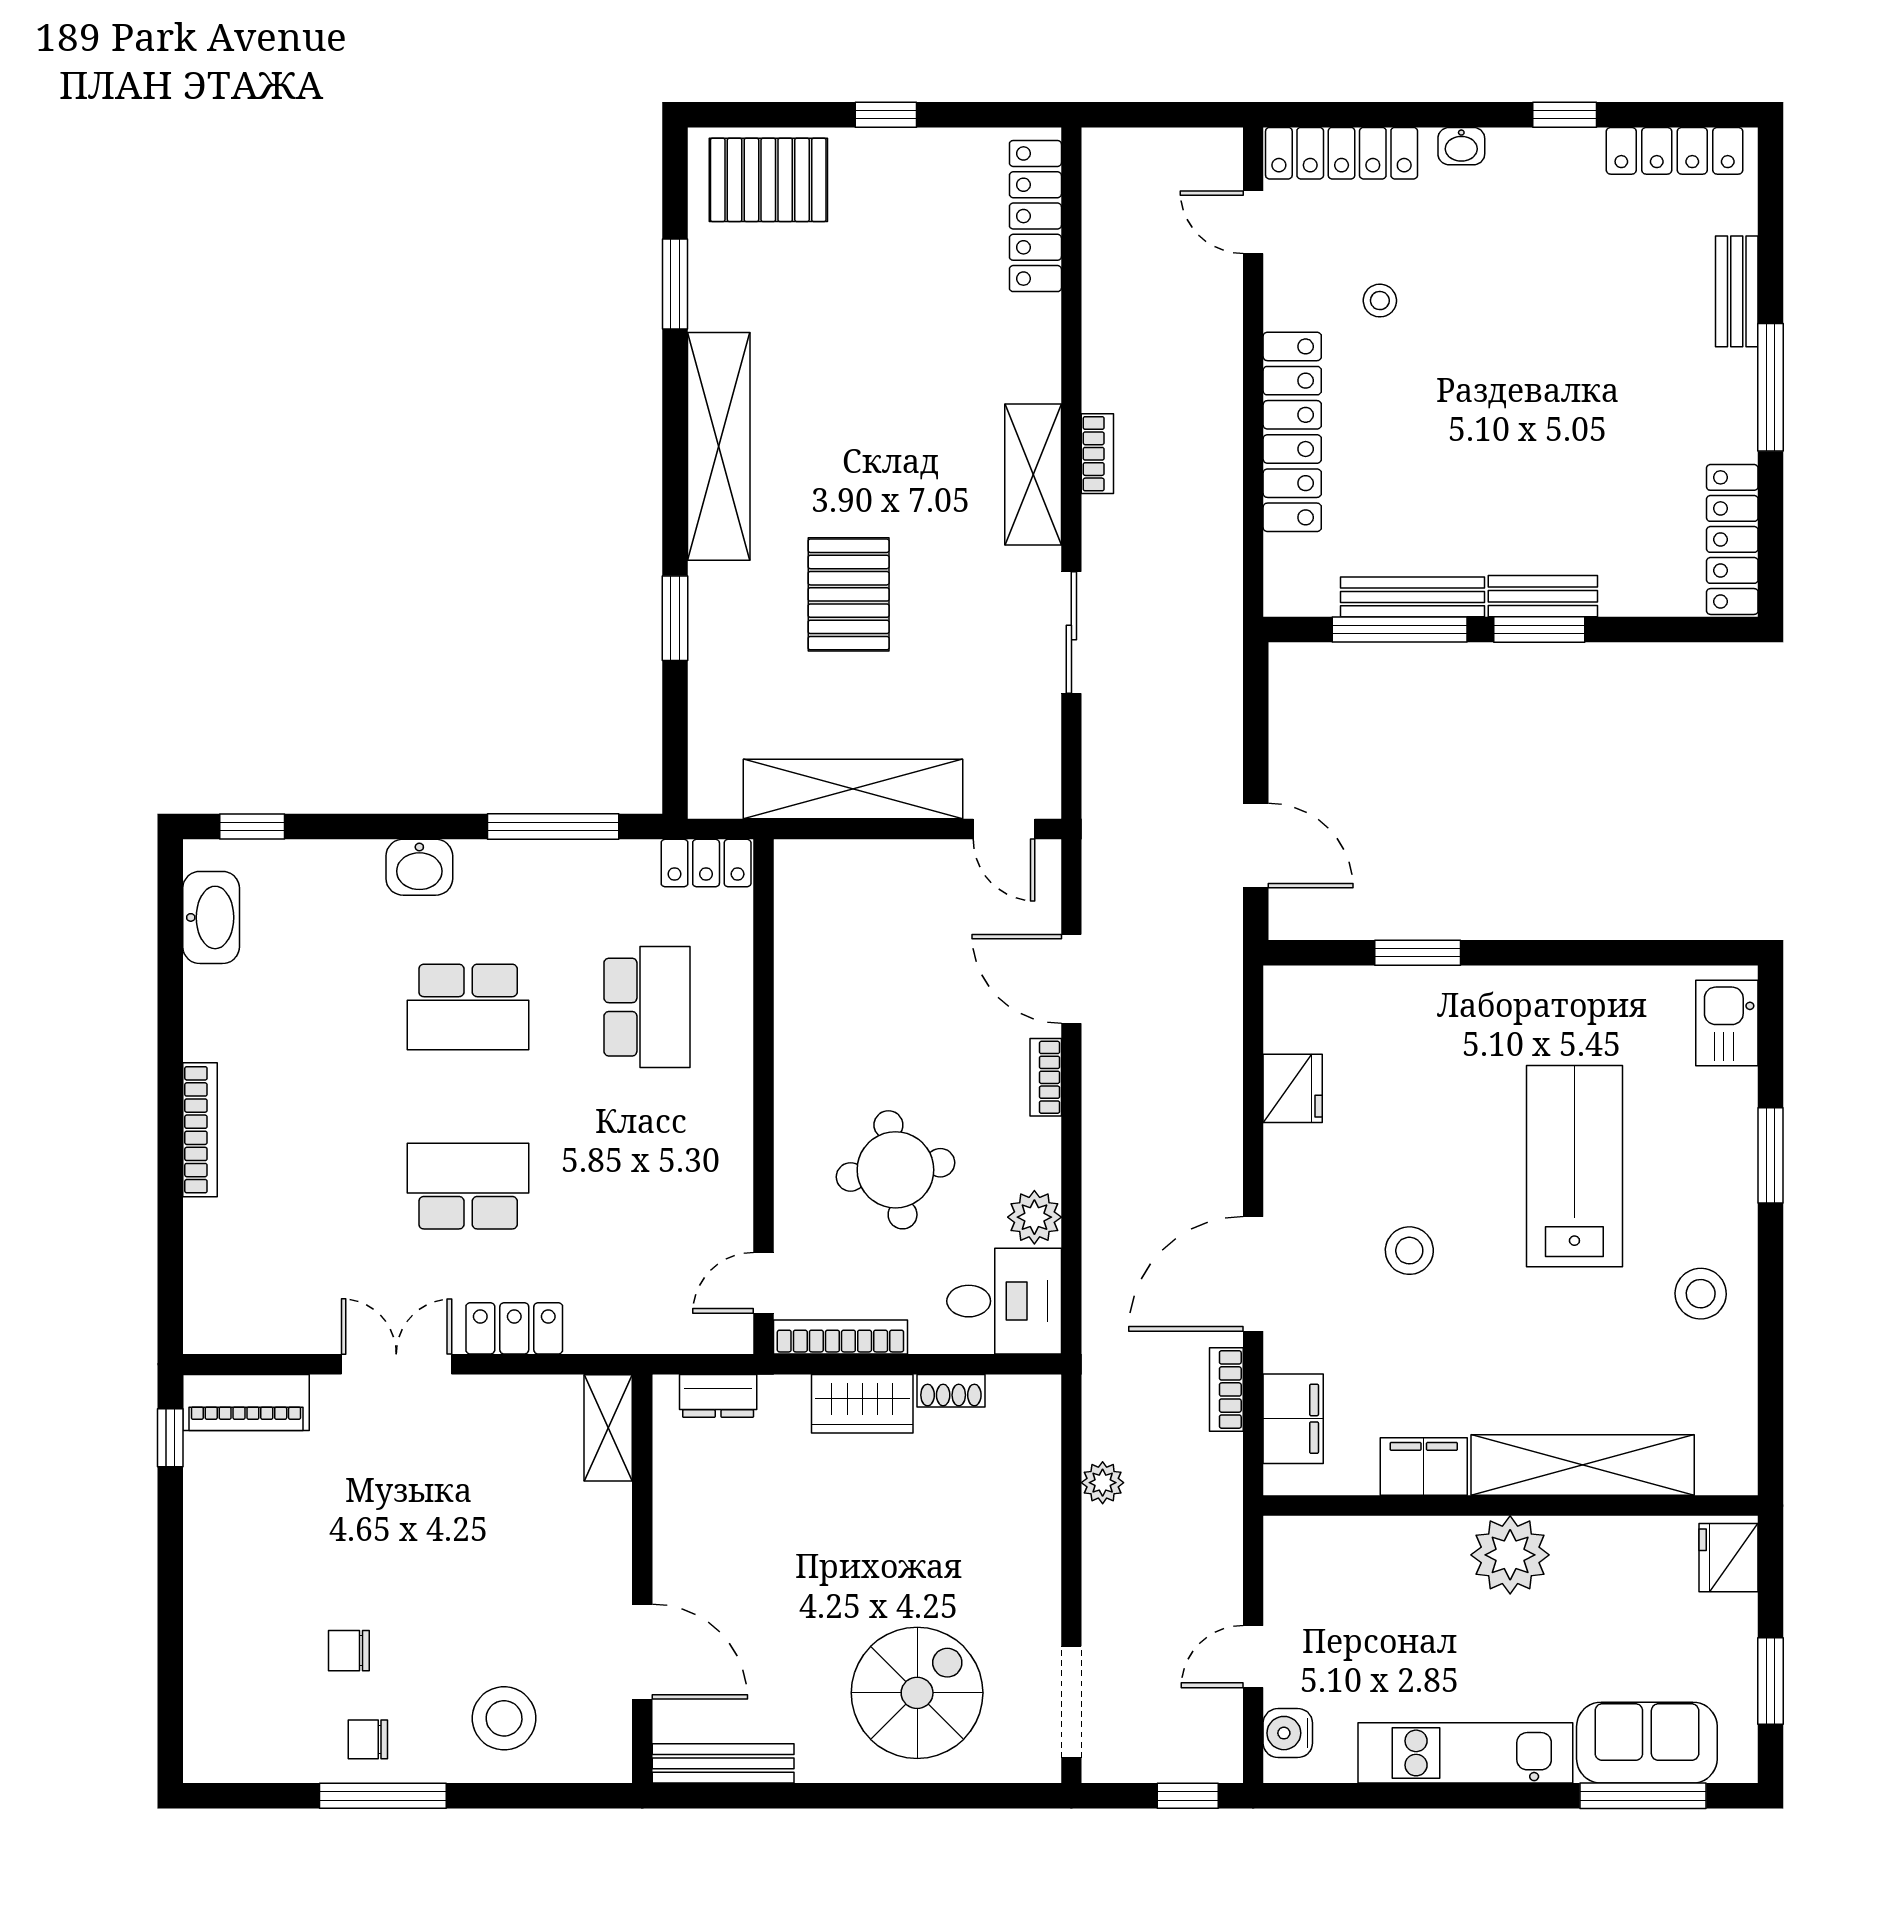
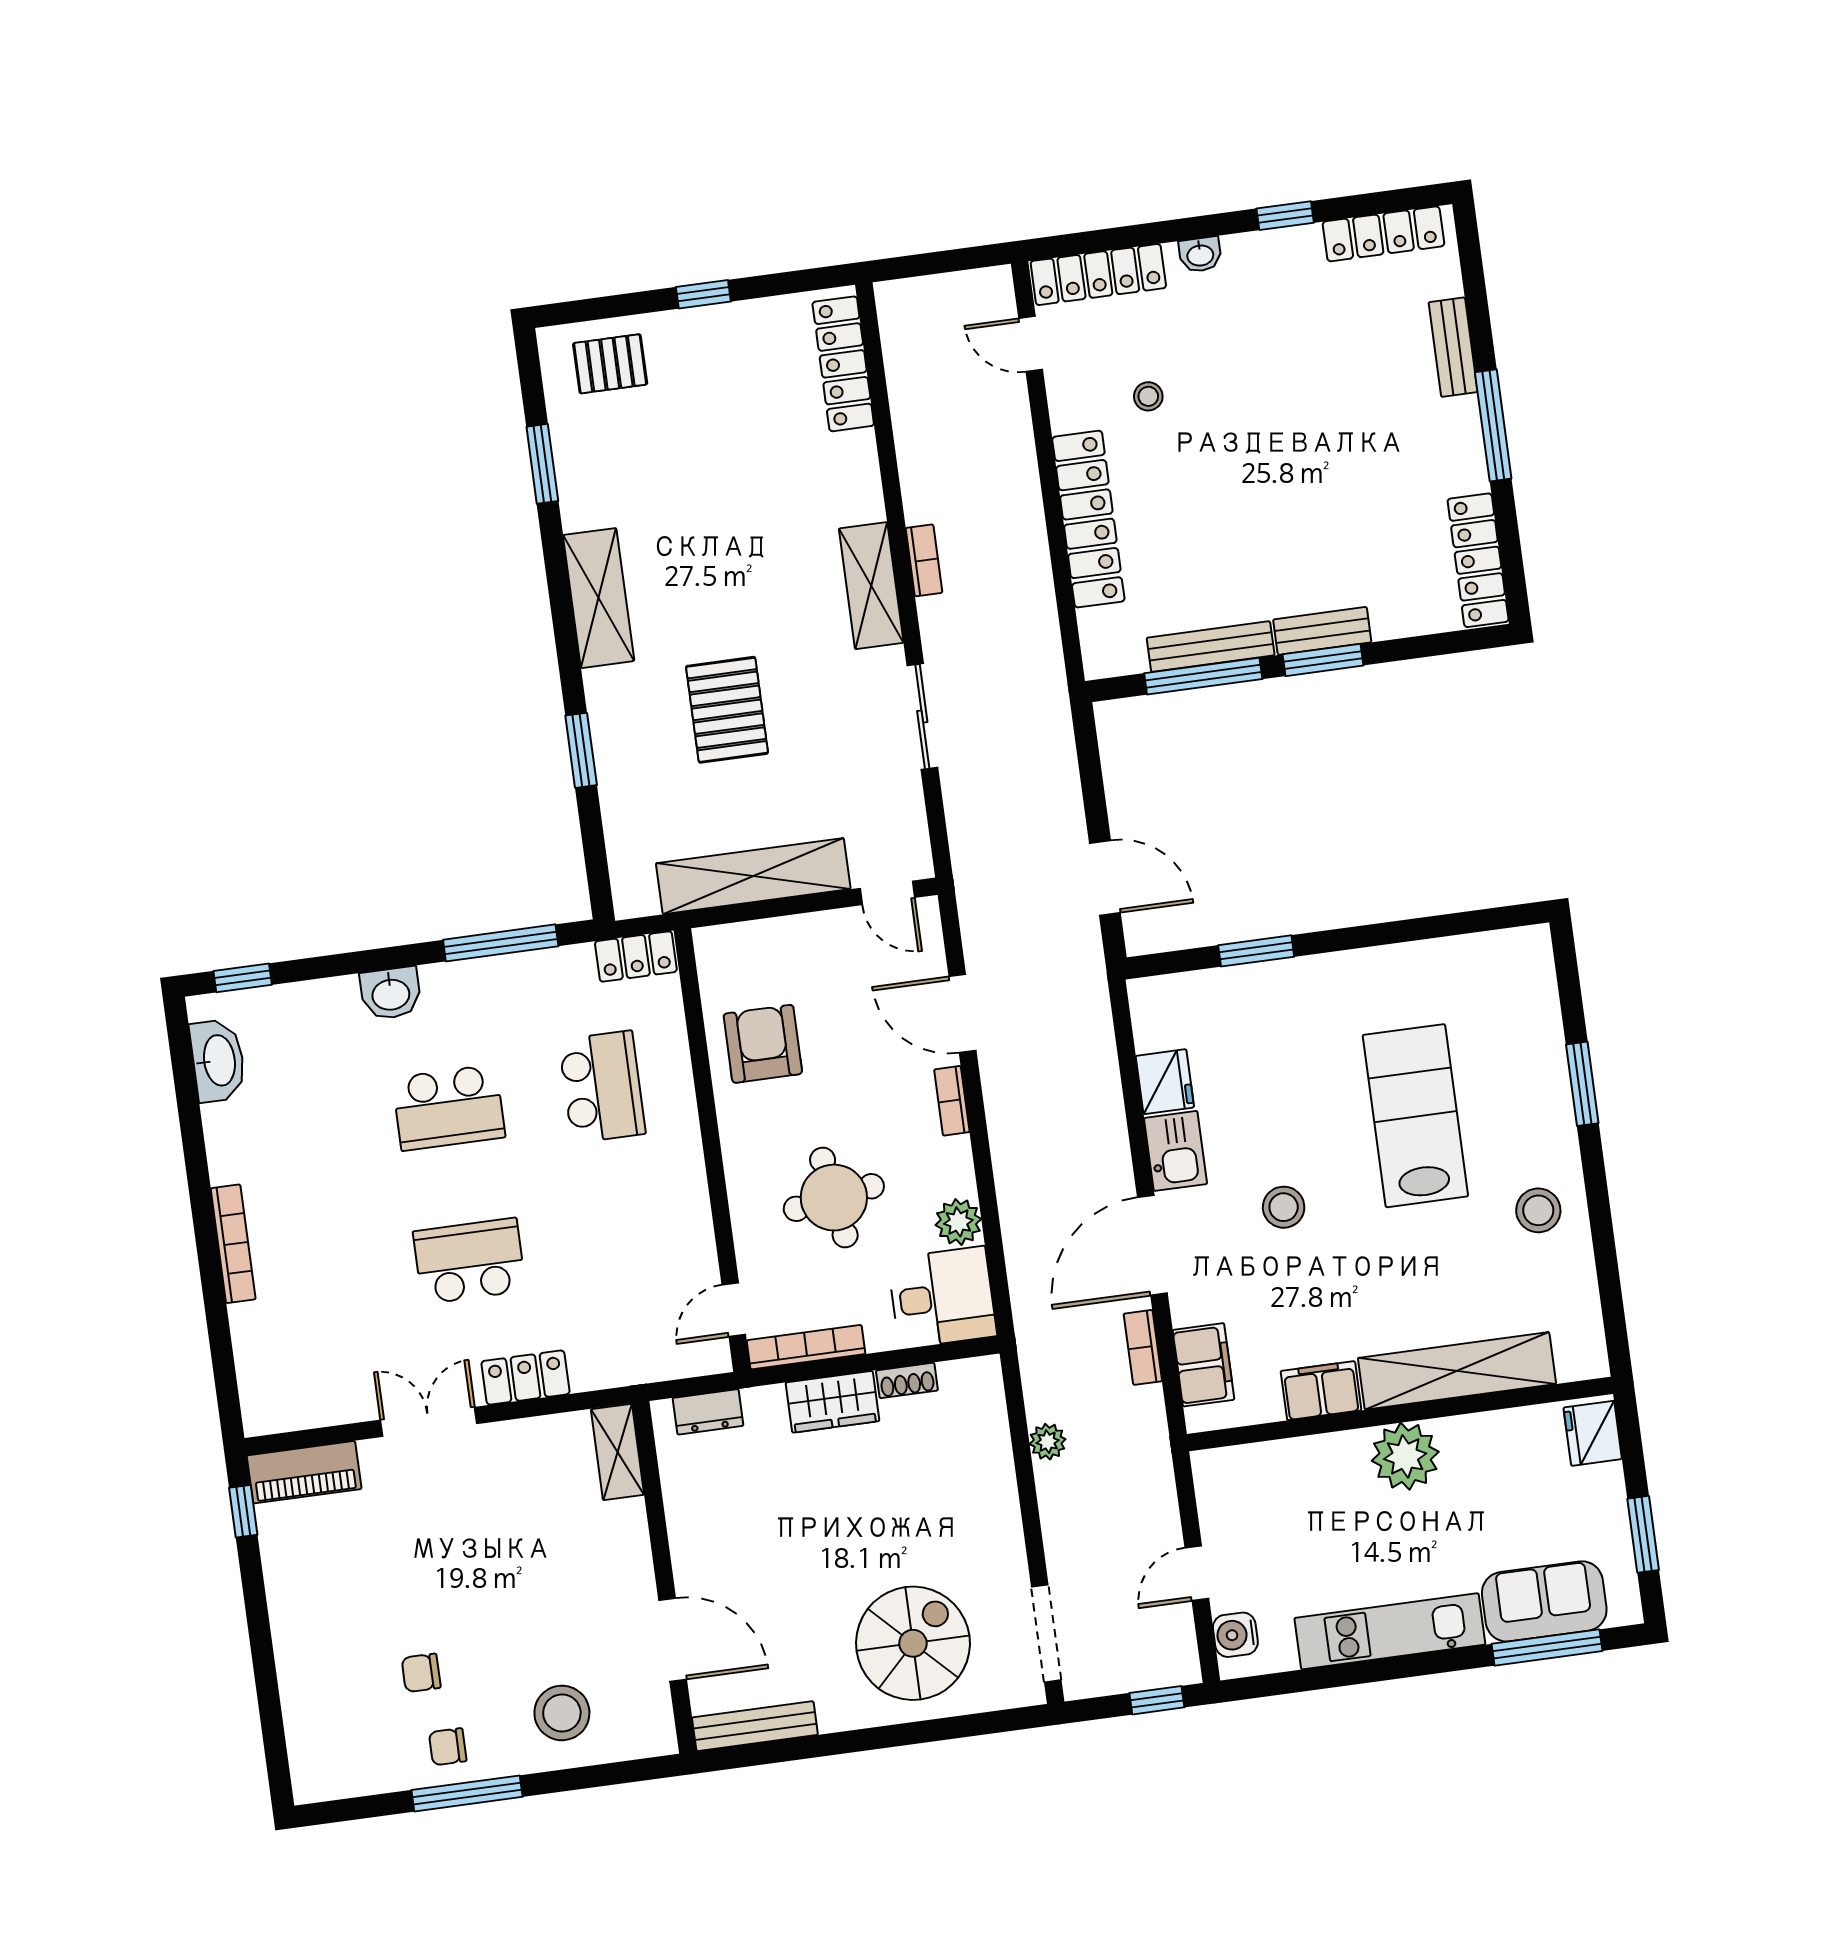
pallet: (768, 180) -> (610, 364), width x0.67, depth x0.71
shelving: (719, 446) -> (599, 598), width x0.68
armchair: (838, 983) -> (763, 1044), added
kitchen sink: (1727, 1023) -> (1176, 1151), moved, turned 180

